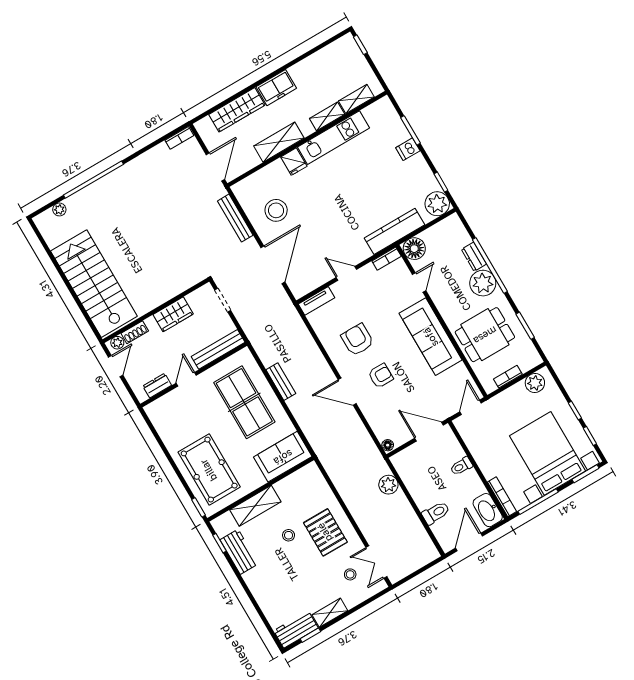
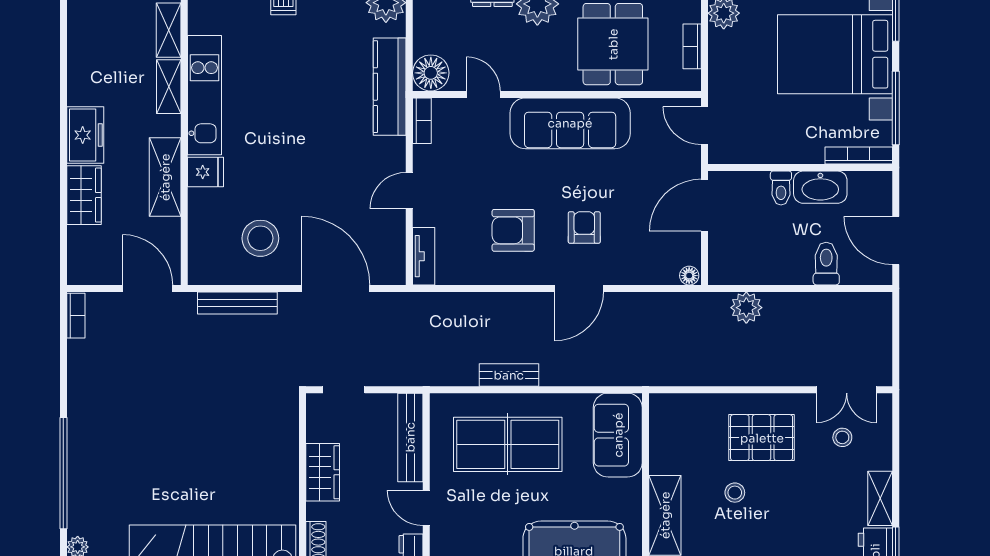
wardrobe: (237, 110) -> (84, 195), width x0.67
washbasin: (488, 510) -> (820, 187), moved

